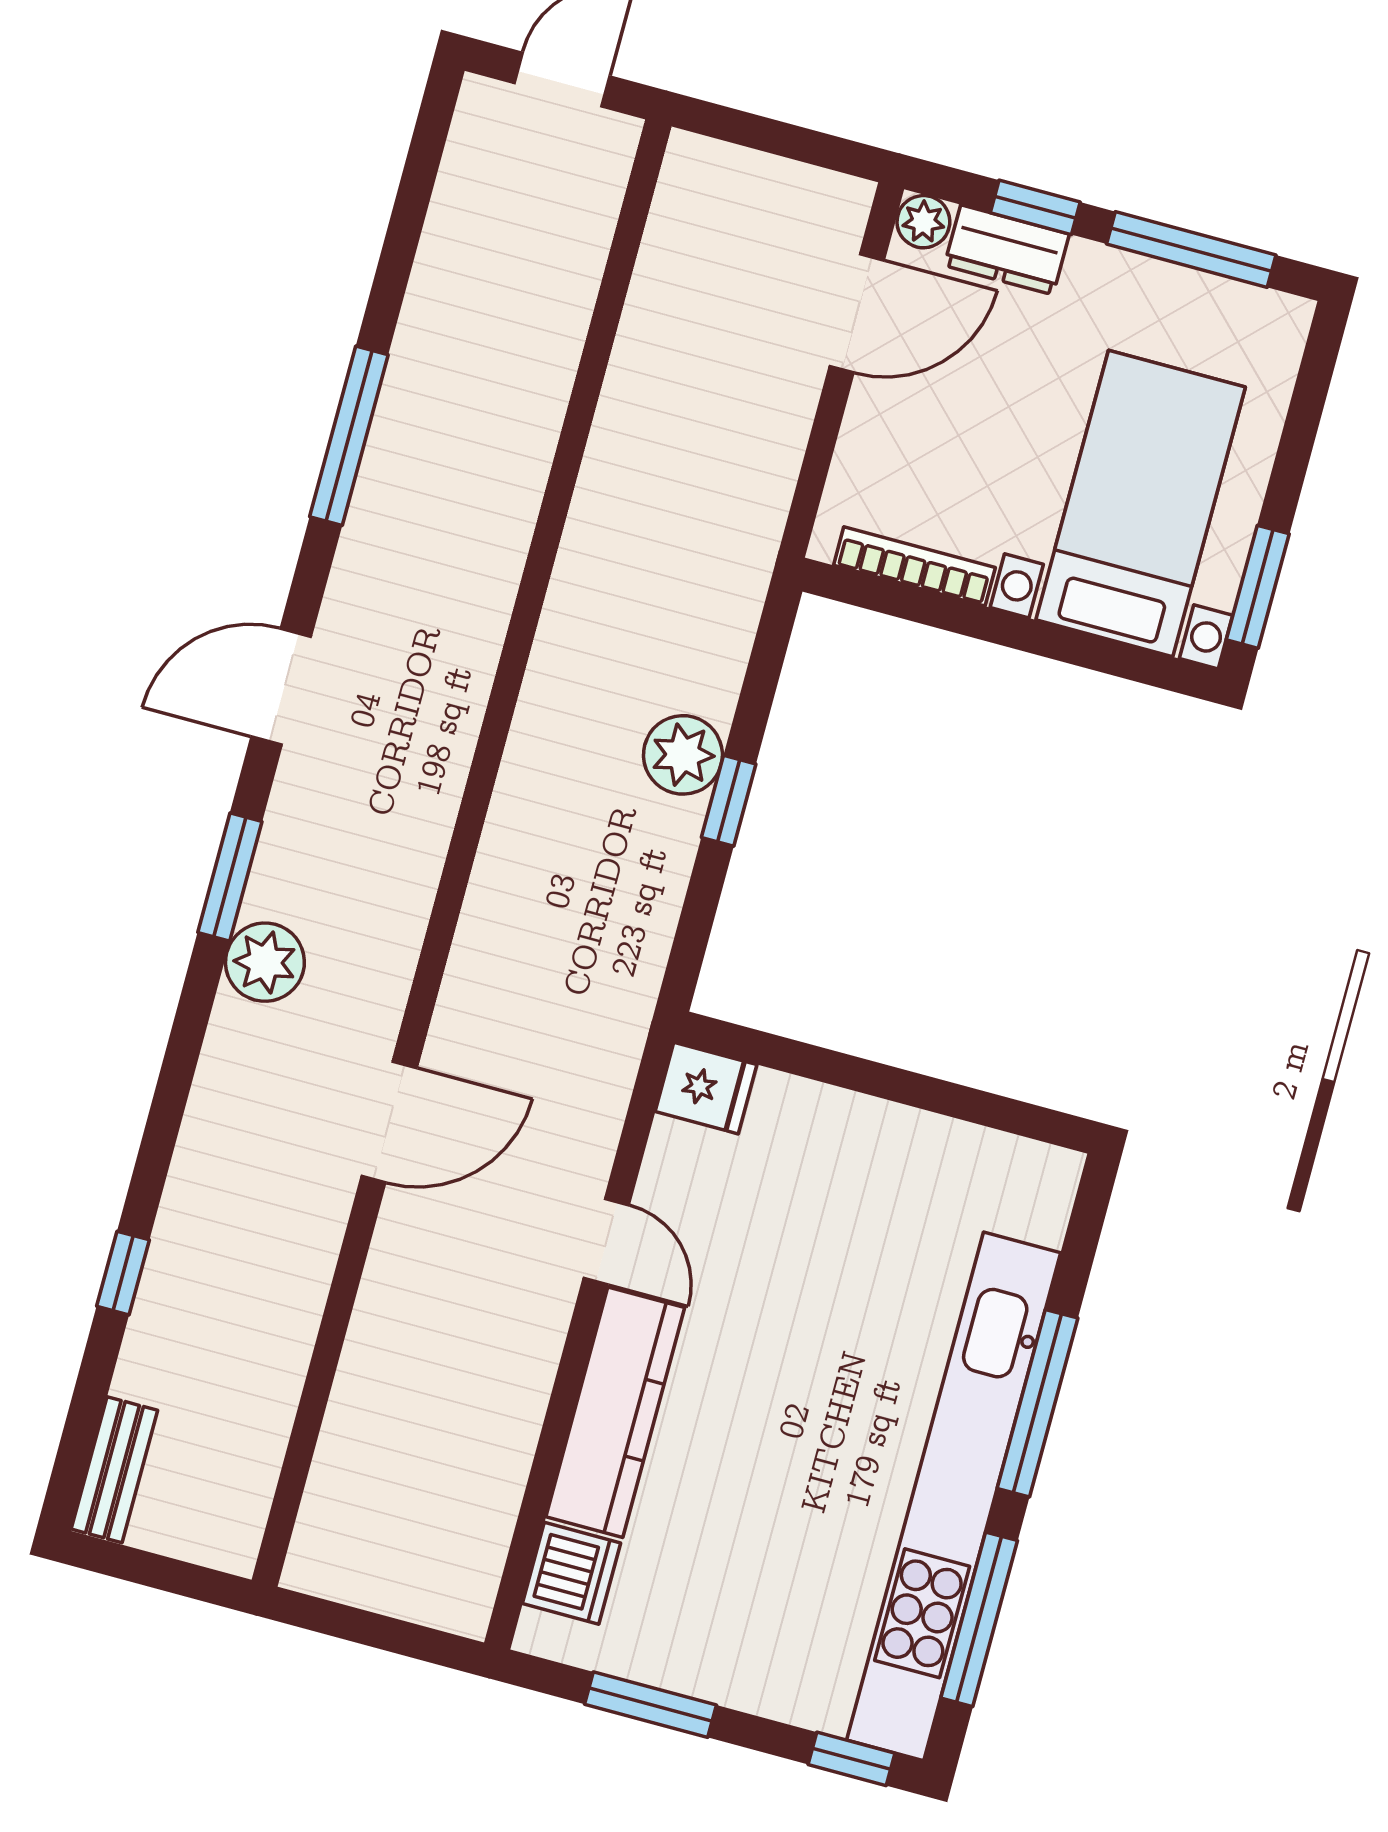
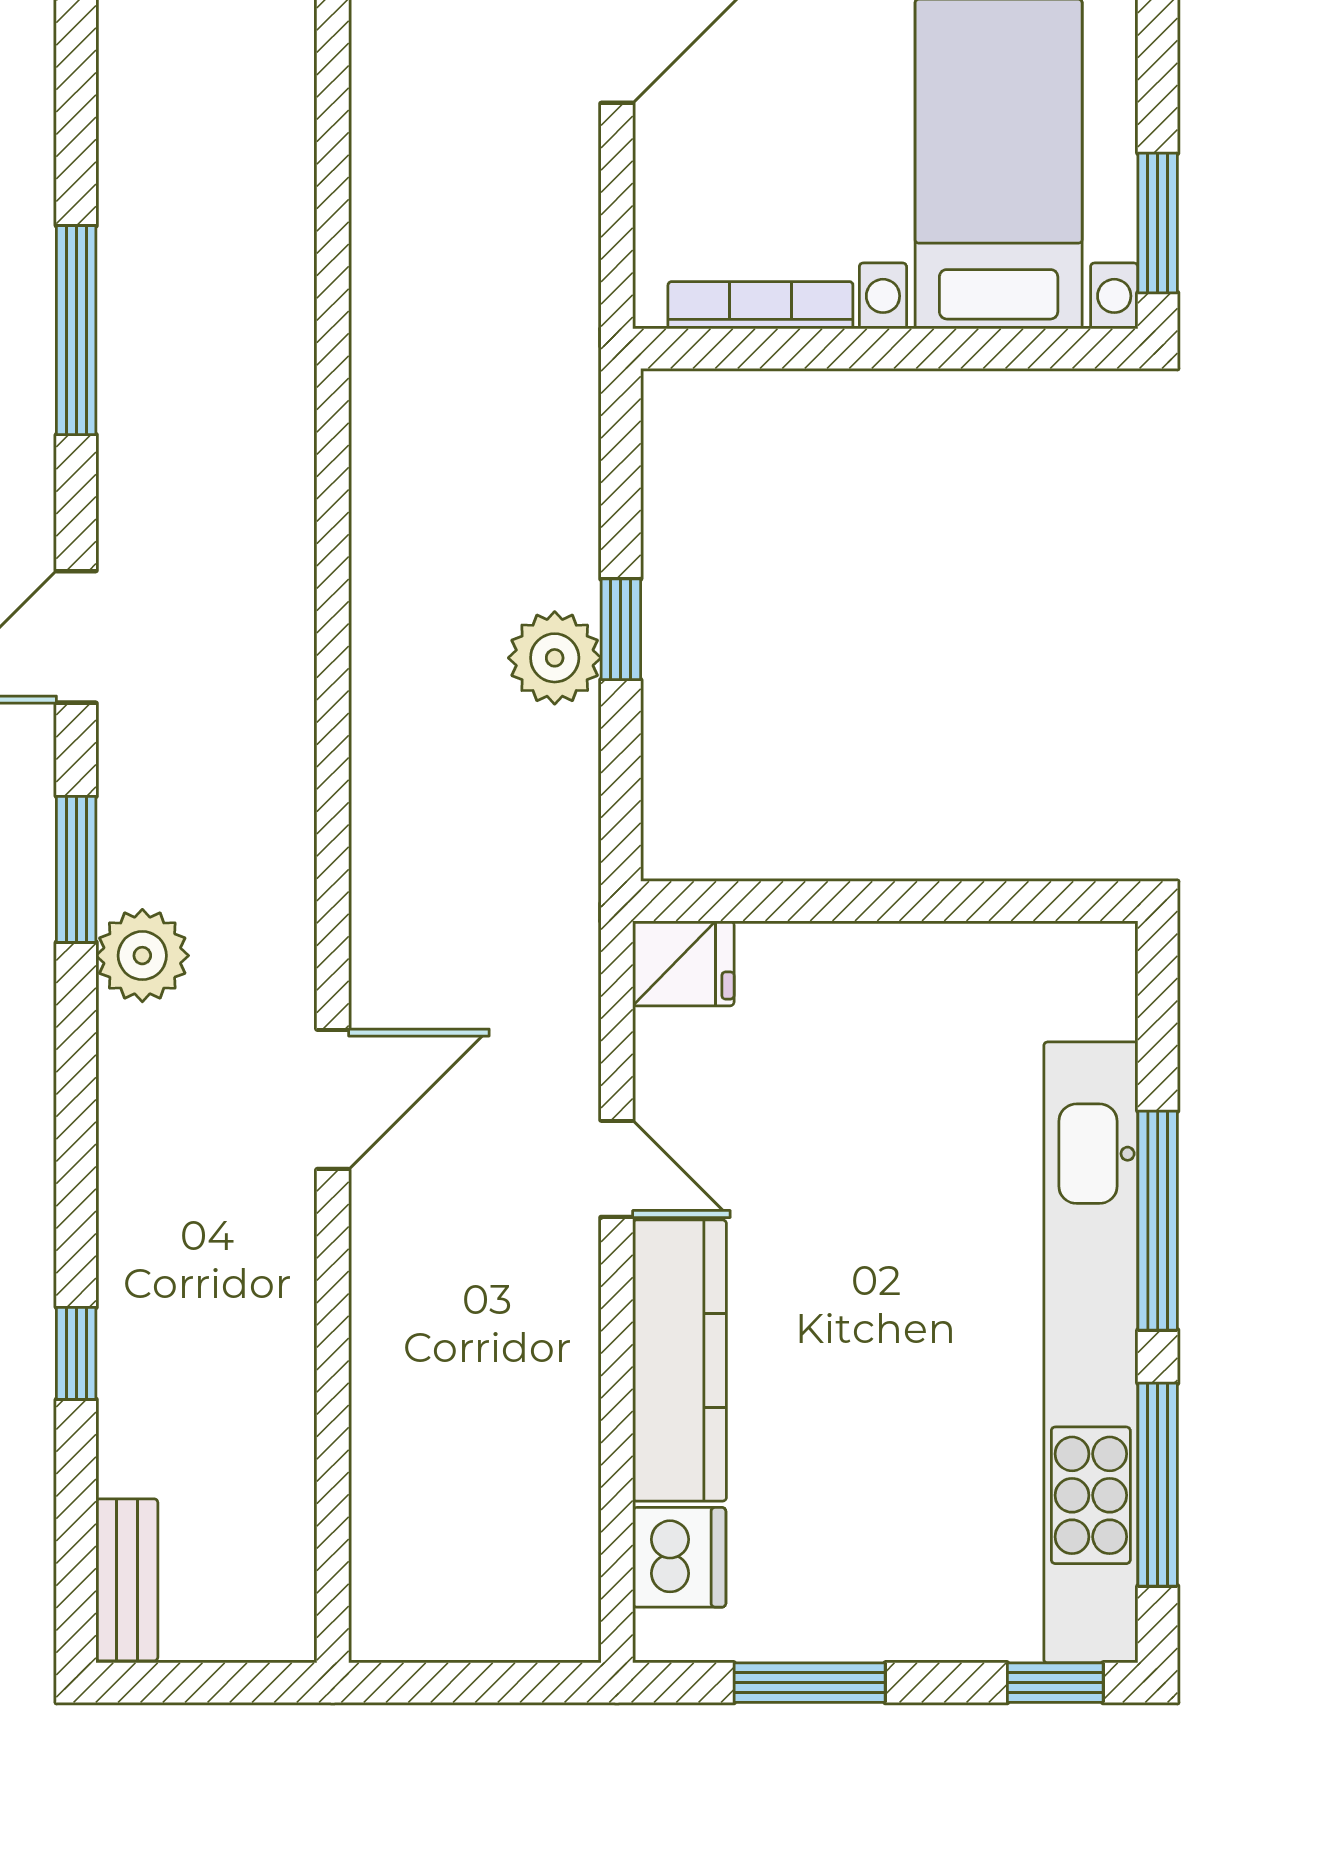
plant: (683, 755) -> (555, 658), moved

